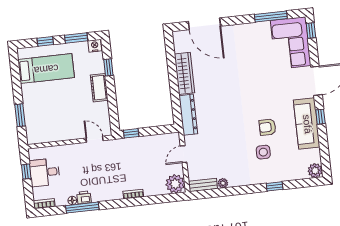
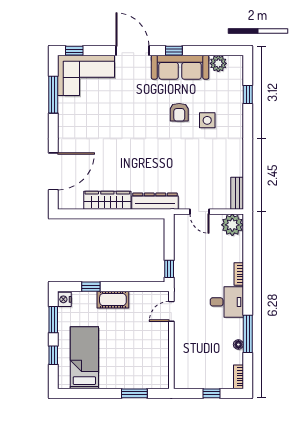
plant: (315, 171) -> (218, 63), moved
window: (26, 172) -> (212, 393), moved
desk: (45, 172) -> (227, 302), moved, turned -90
plant: (223, 183) -> (238, 170), removed
window: (275, 186) -> (248, 95), moved
printer: (84, 197) -> (236, 331), removed

